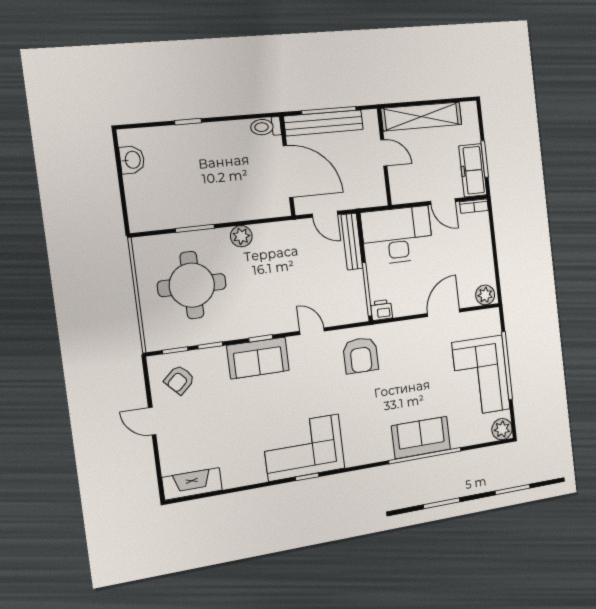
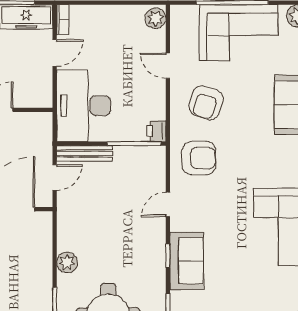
door: (444, 313) -> (168, 66), width x0.73
armchair: (414, 354) -> (206, 103), added

